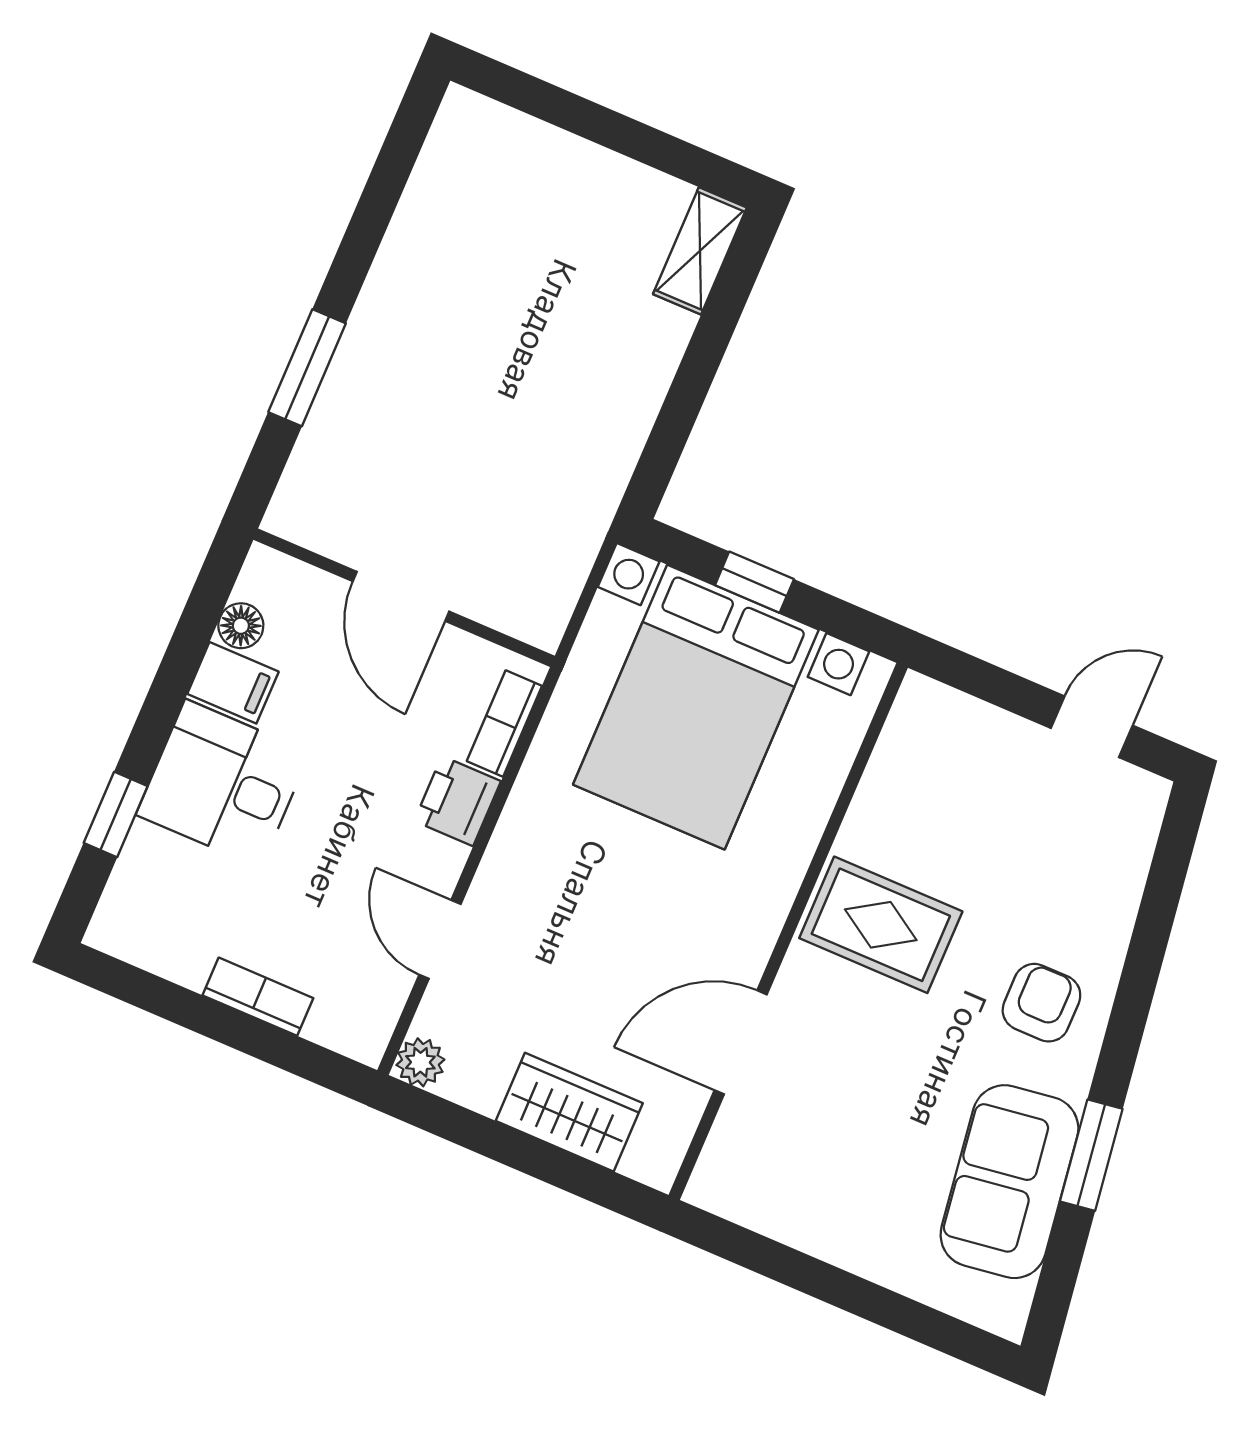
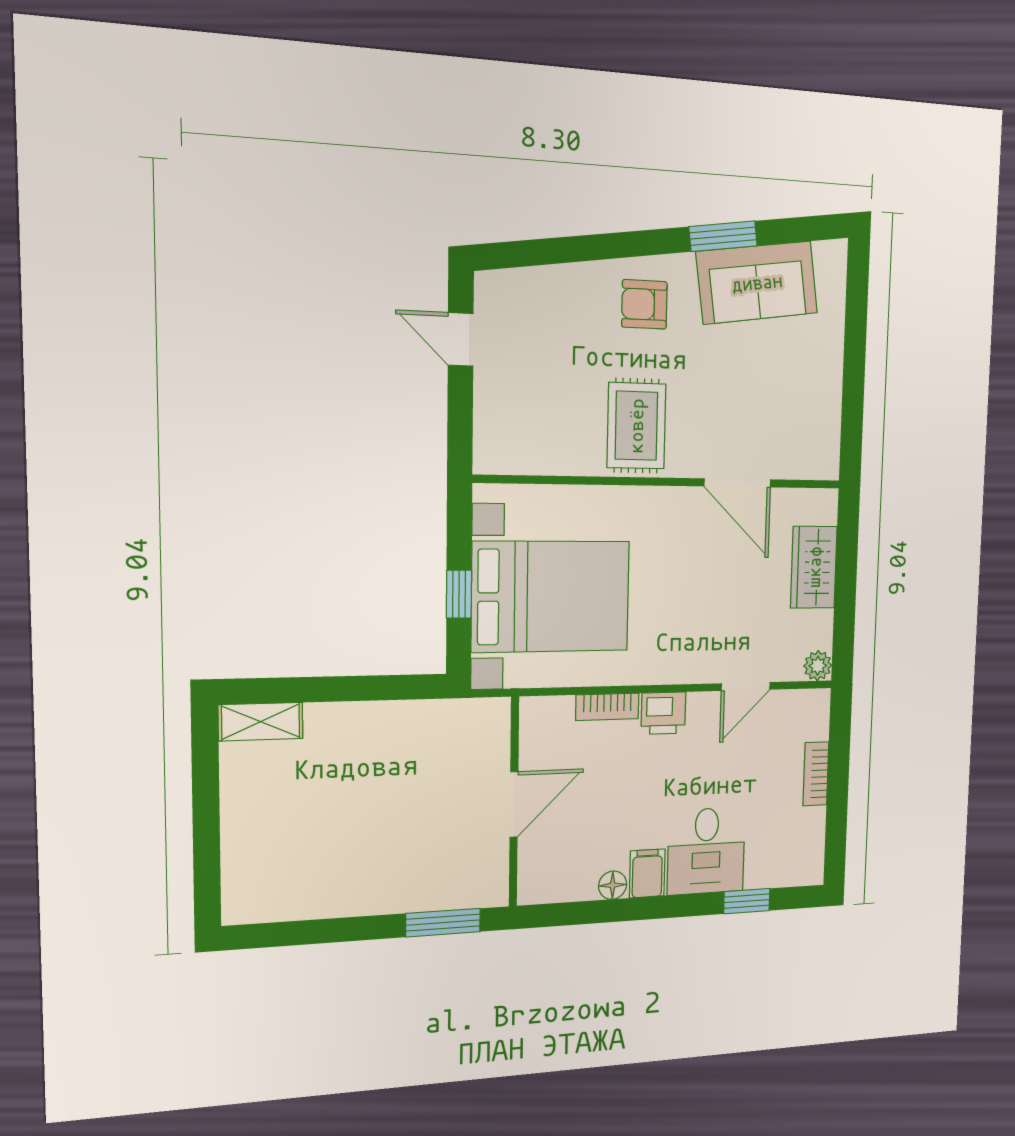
door: (401, 596) -> (514, 805), moved
wall: (404, 598) -> (514, 802), moved

